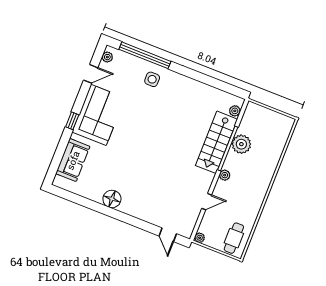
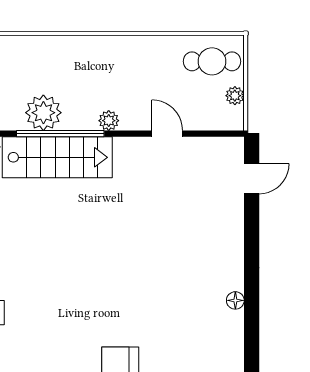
floor lamp: (112, 199) -> (235, 300), width x0.53, depth x0.53
plant: (200, 238) -> (235, 96), moved

